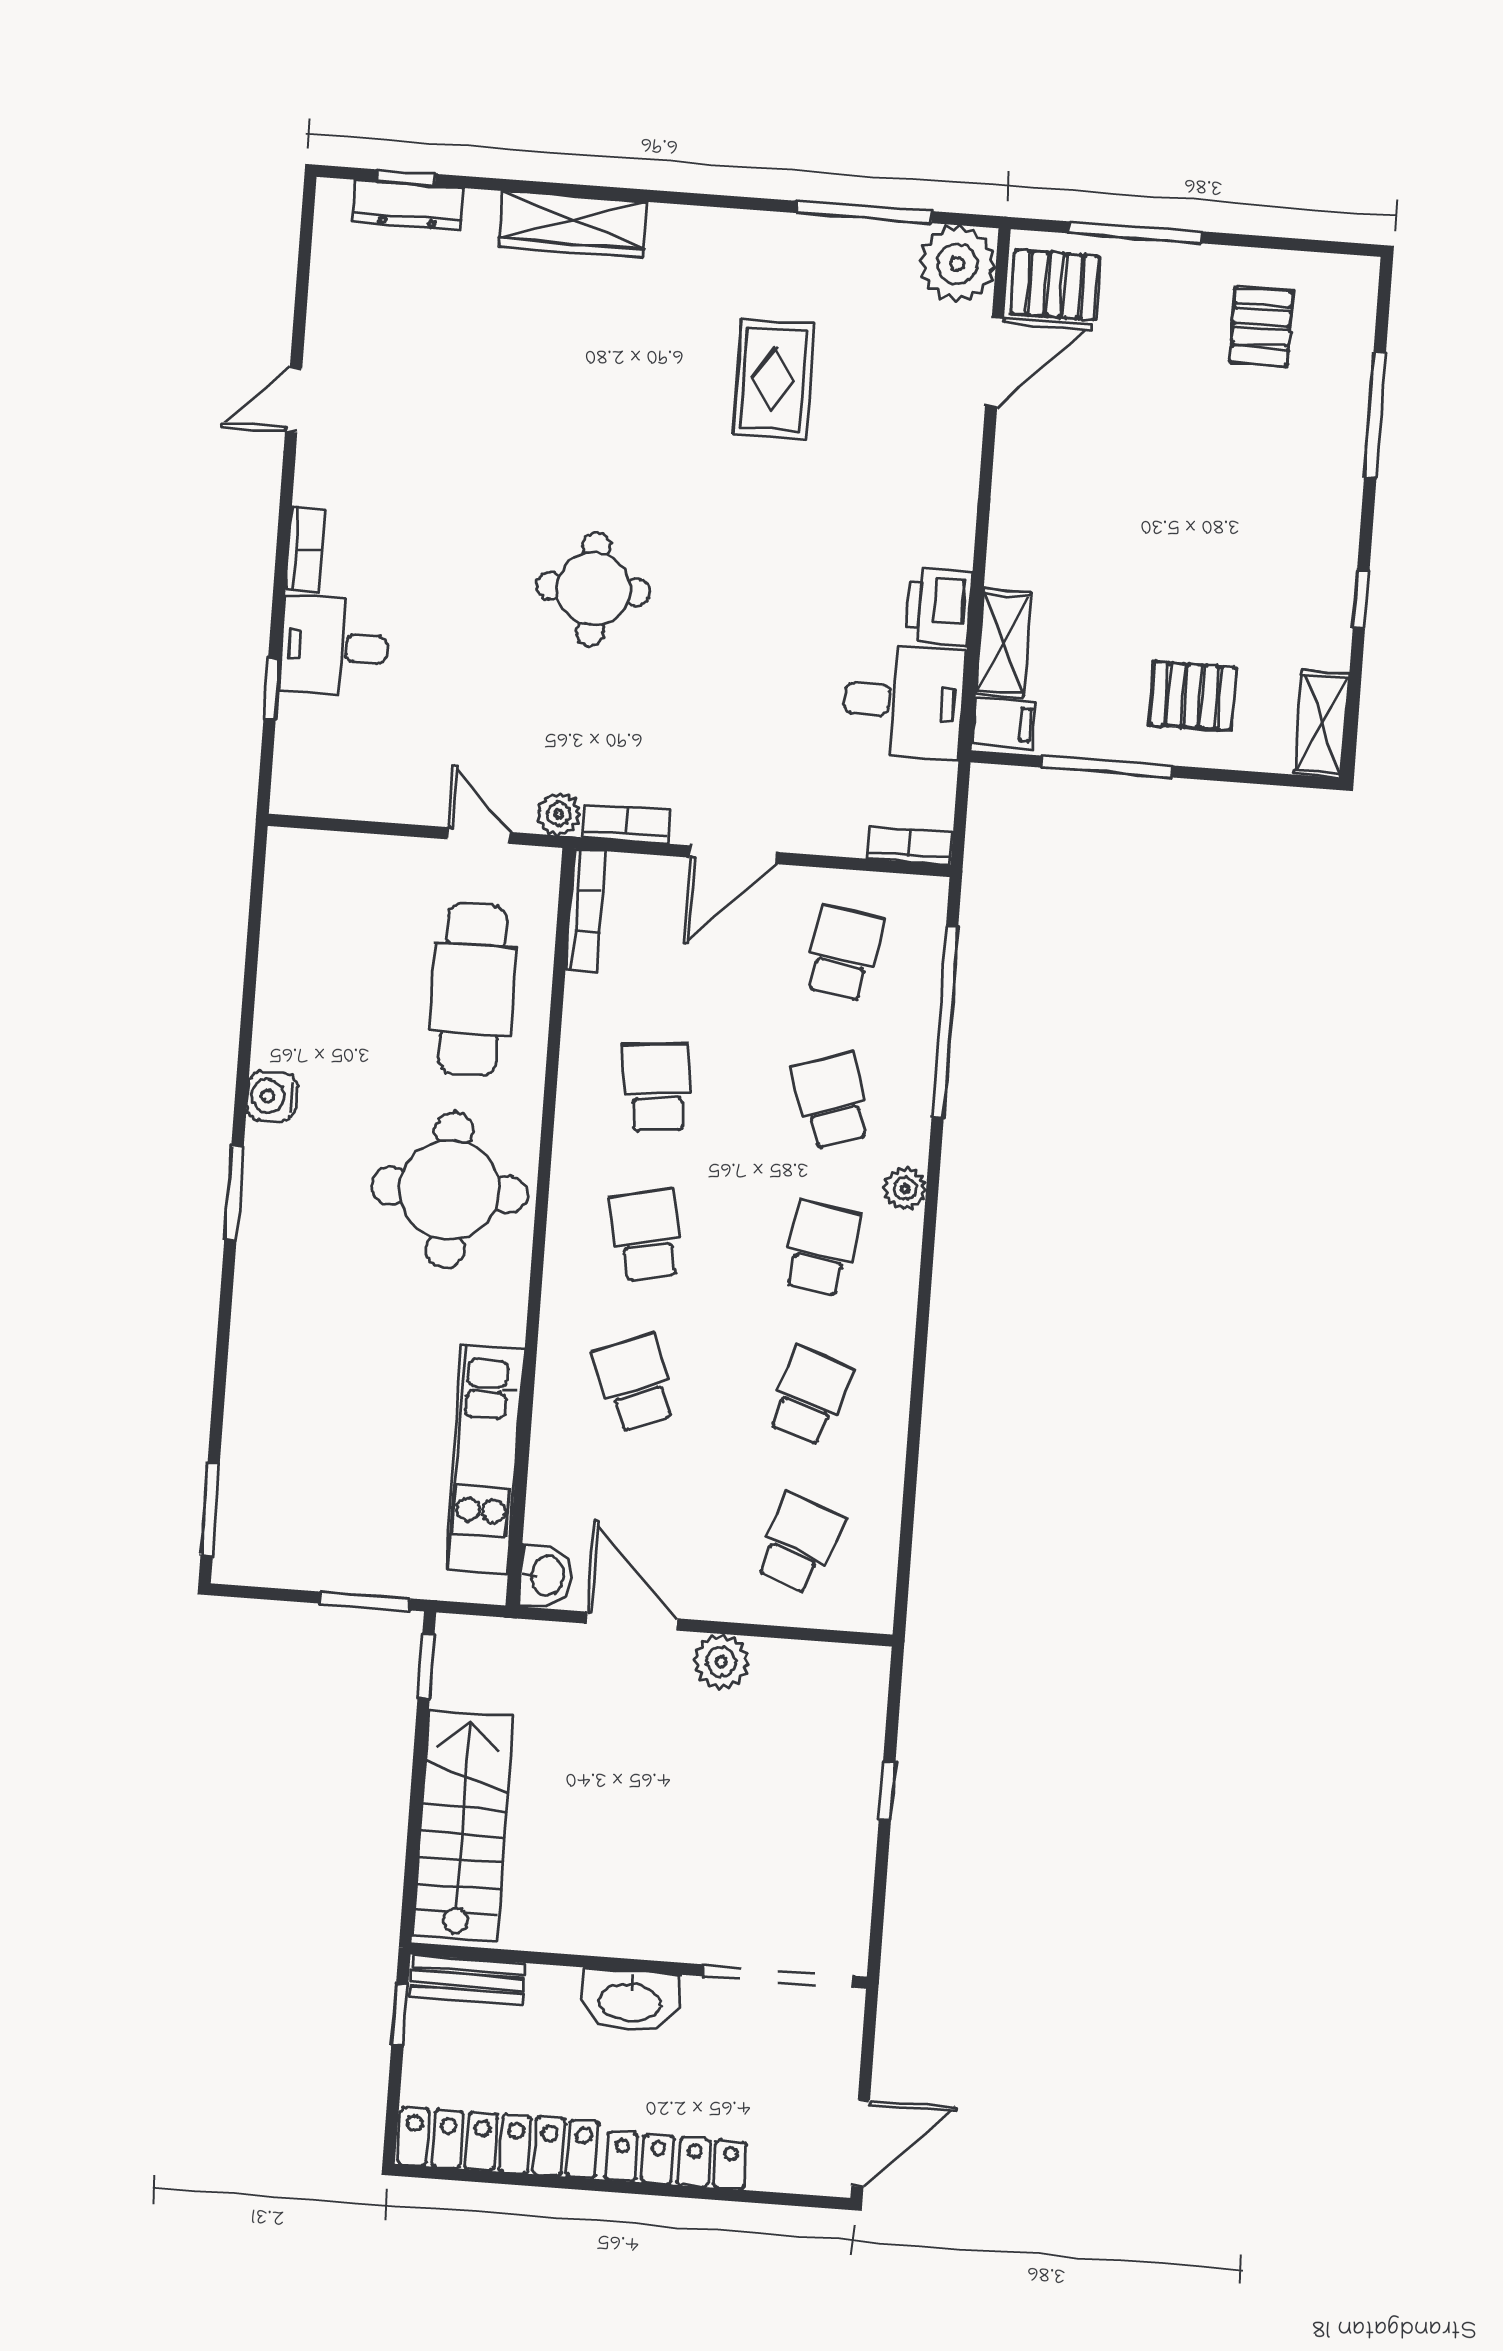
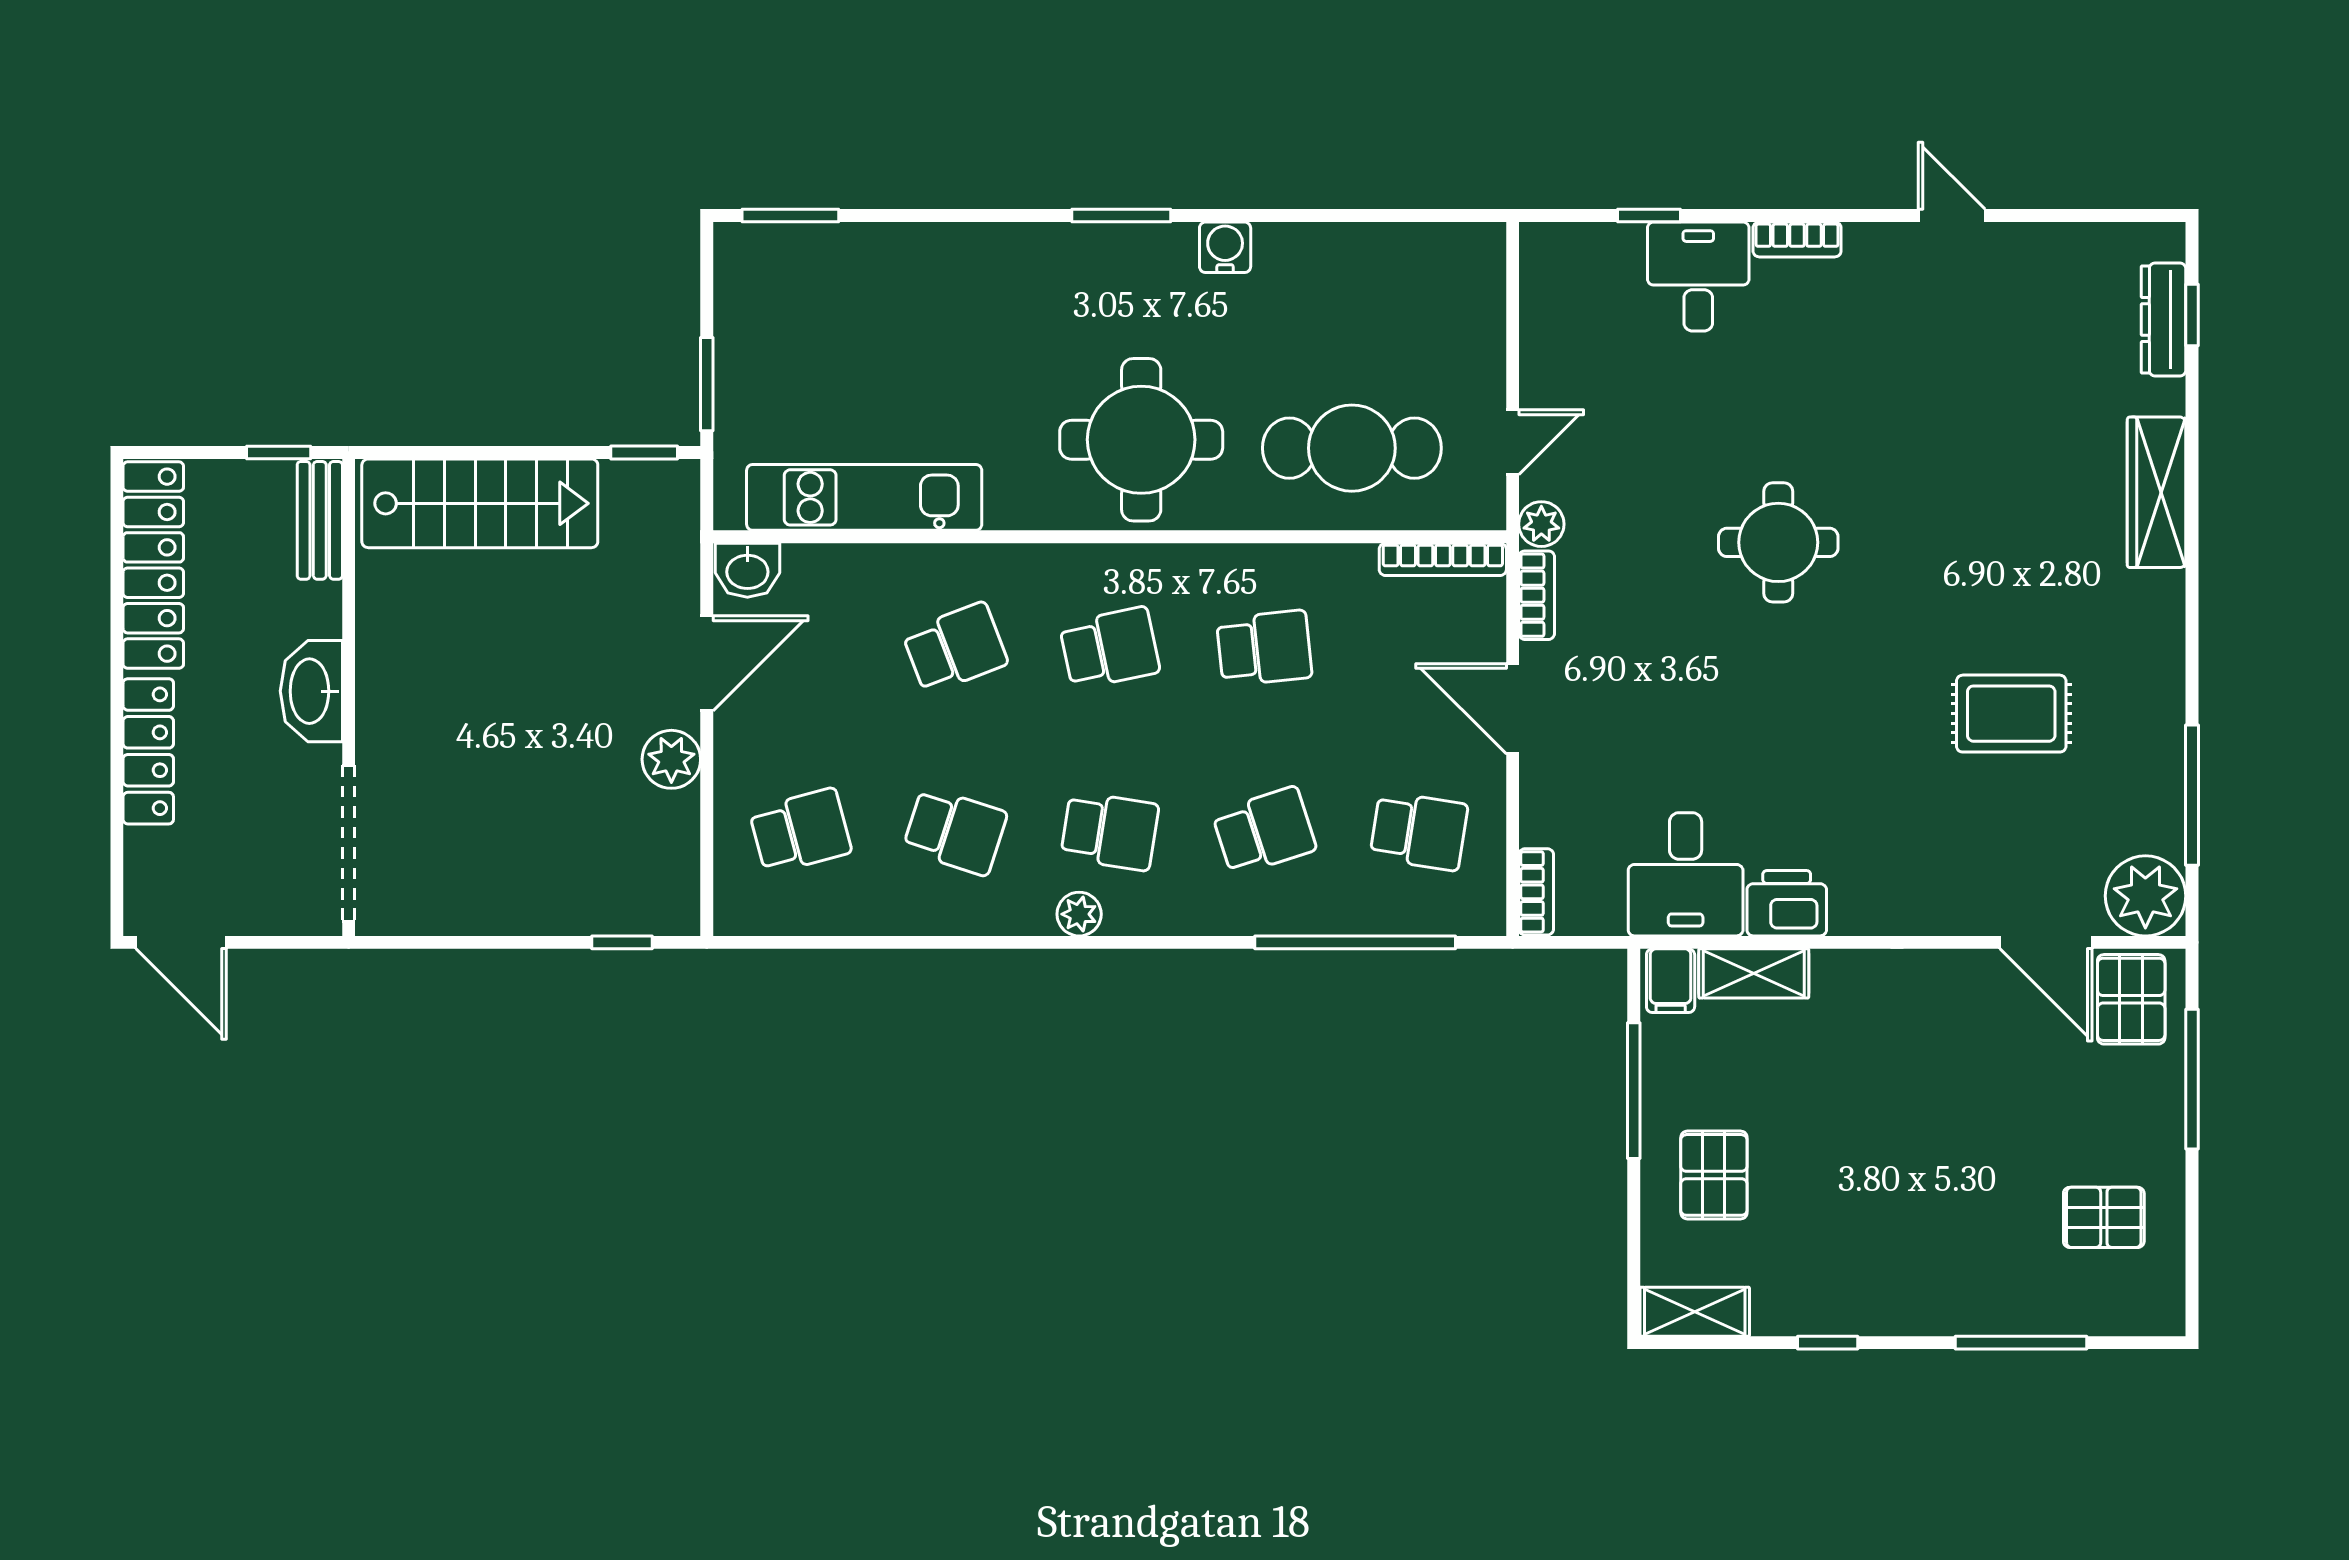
plant: (905, 1189) -> (1079, 914), moved
school desk: (799, 1544) -> (800, 831), turned -36
window: (887, 1791) -> (622, 942), moved

